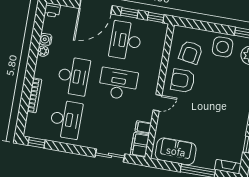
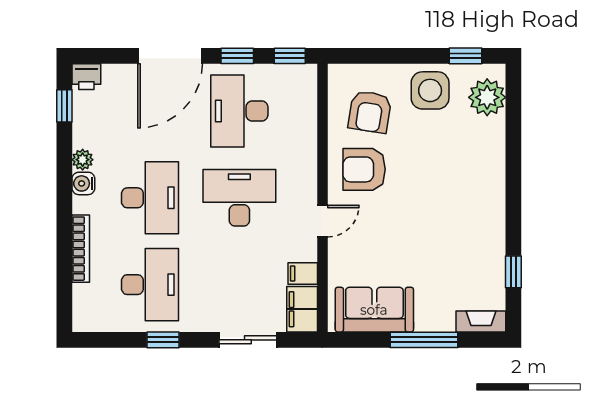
window: (39, 23) -> (64, 106), added
water cooler: (46, 39) -> (83, 183), moved
window: (37, 143) -> (163, 340), moved

